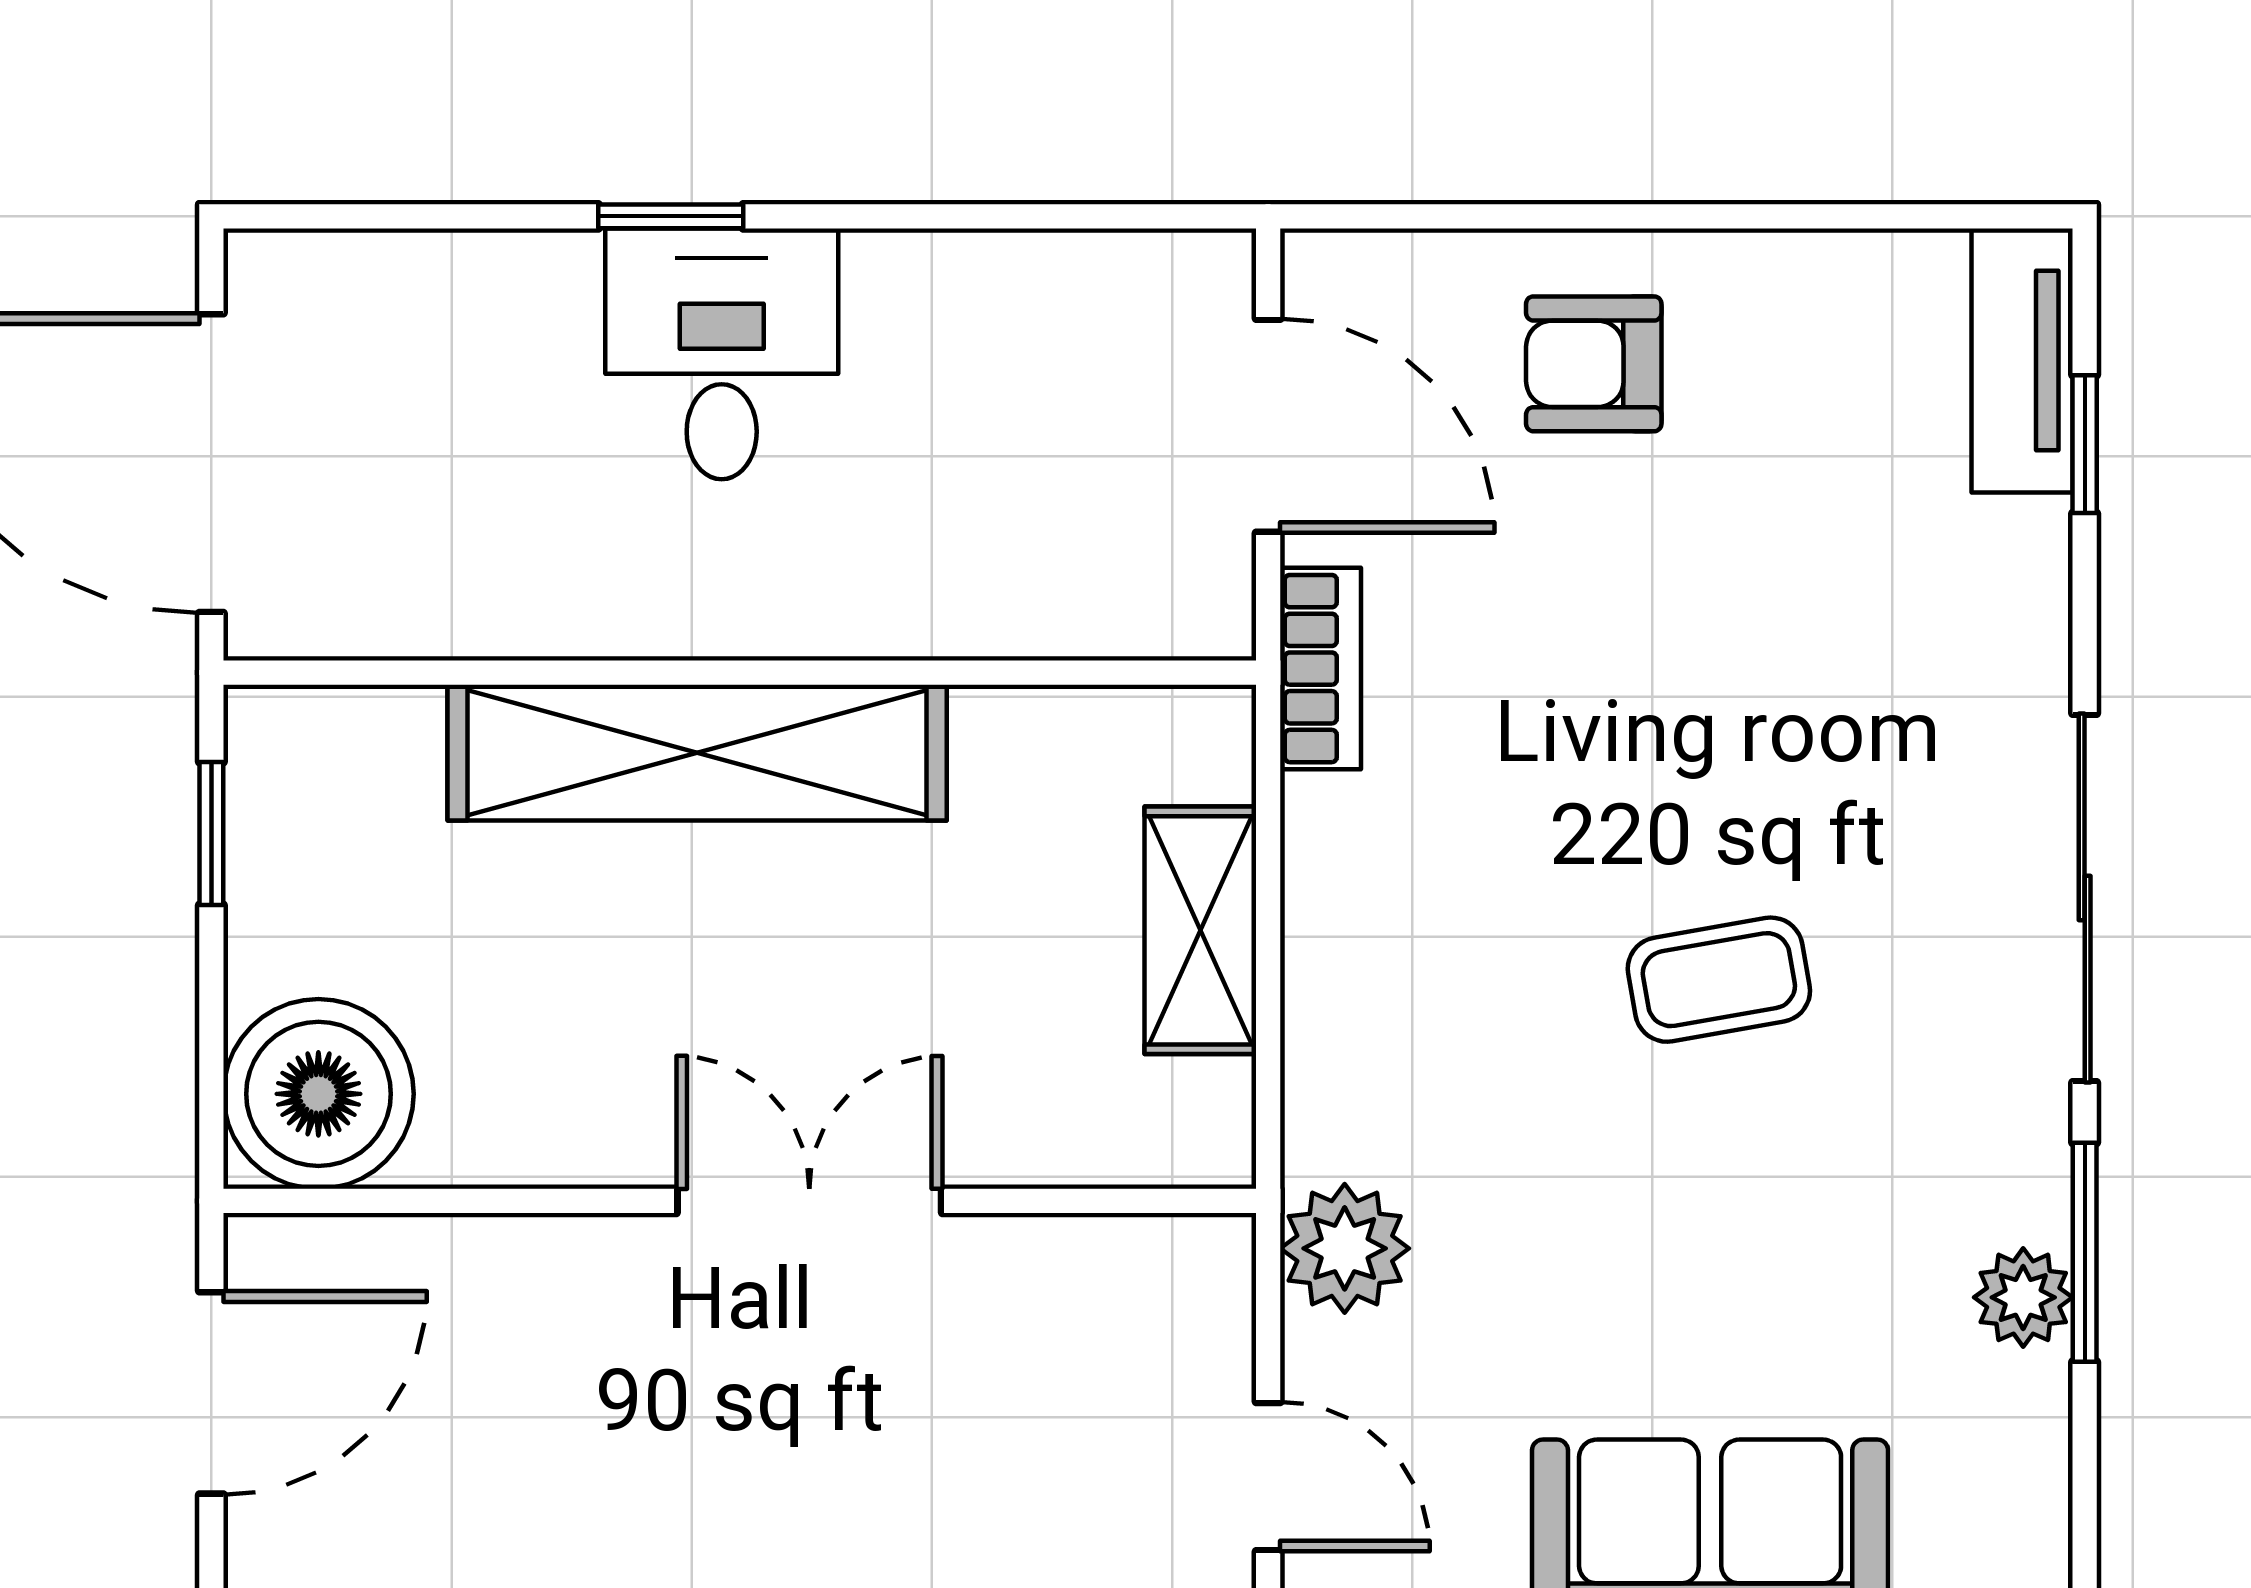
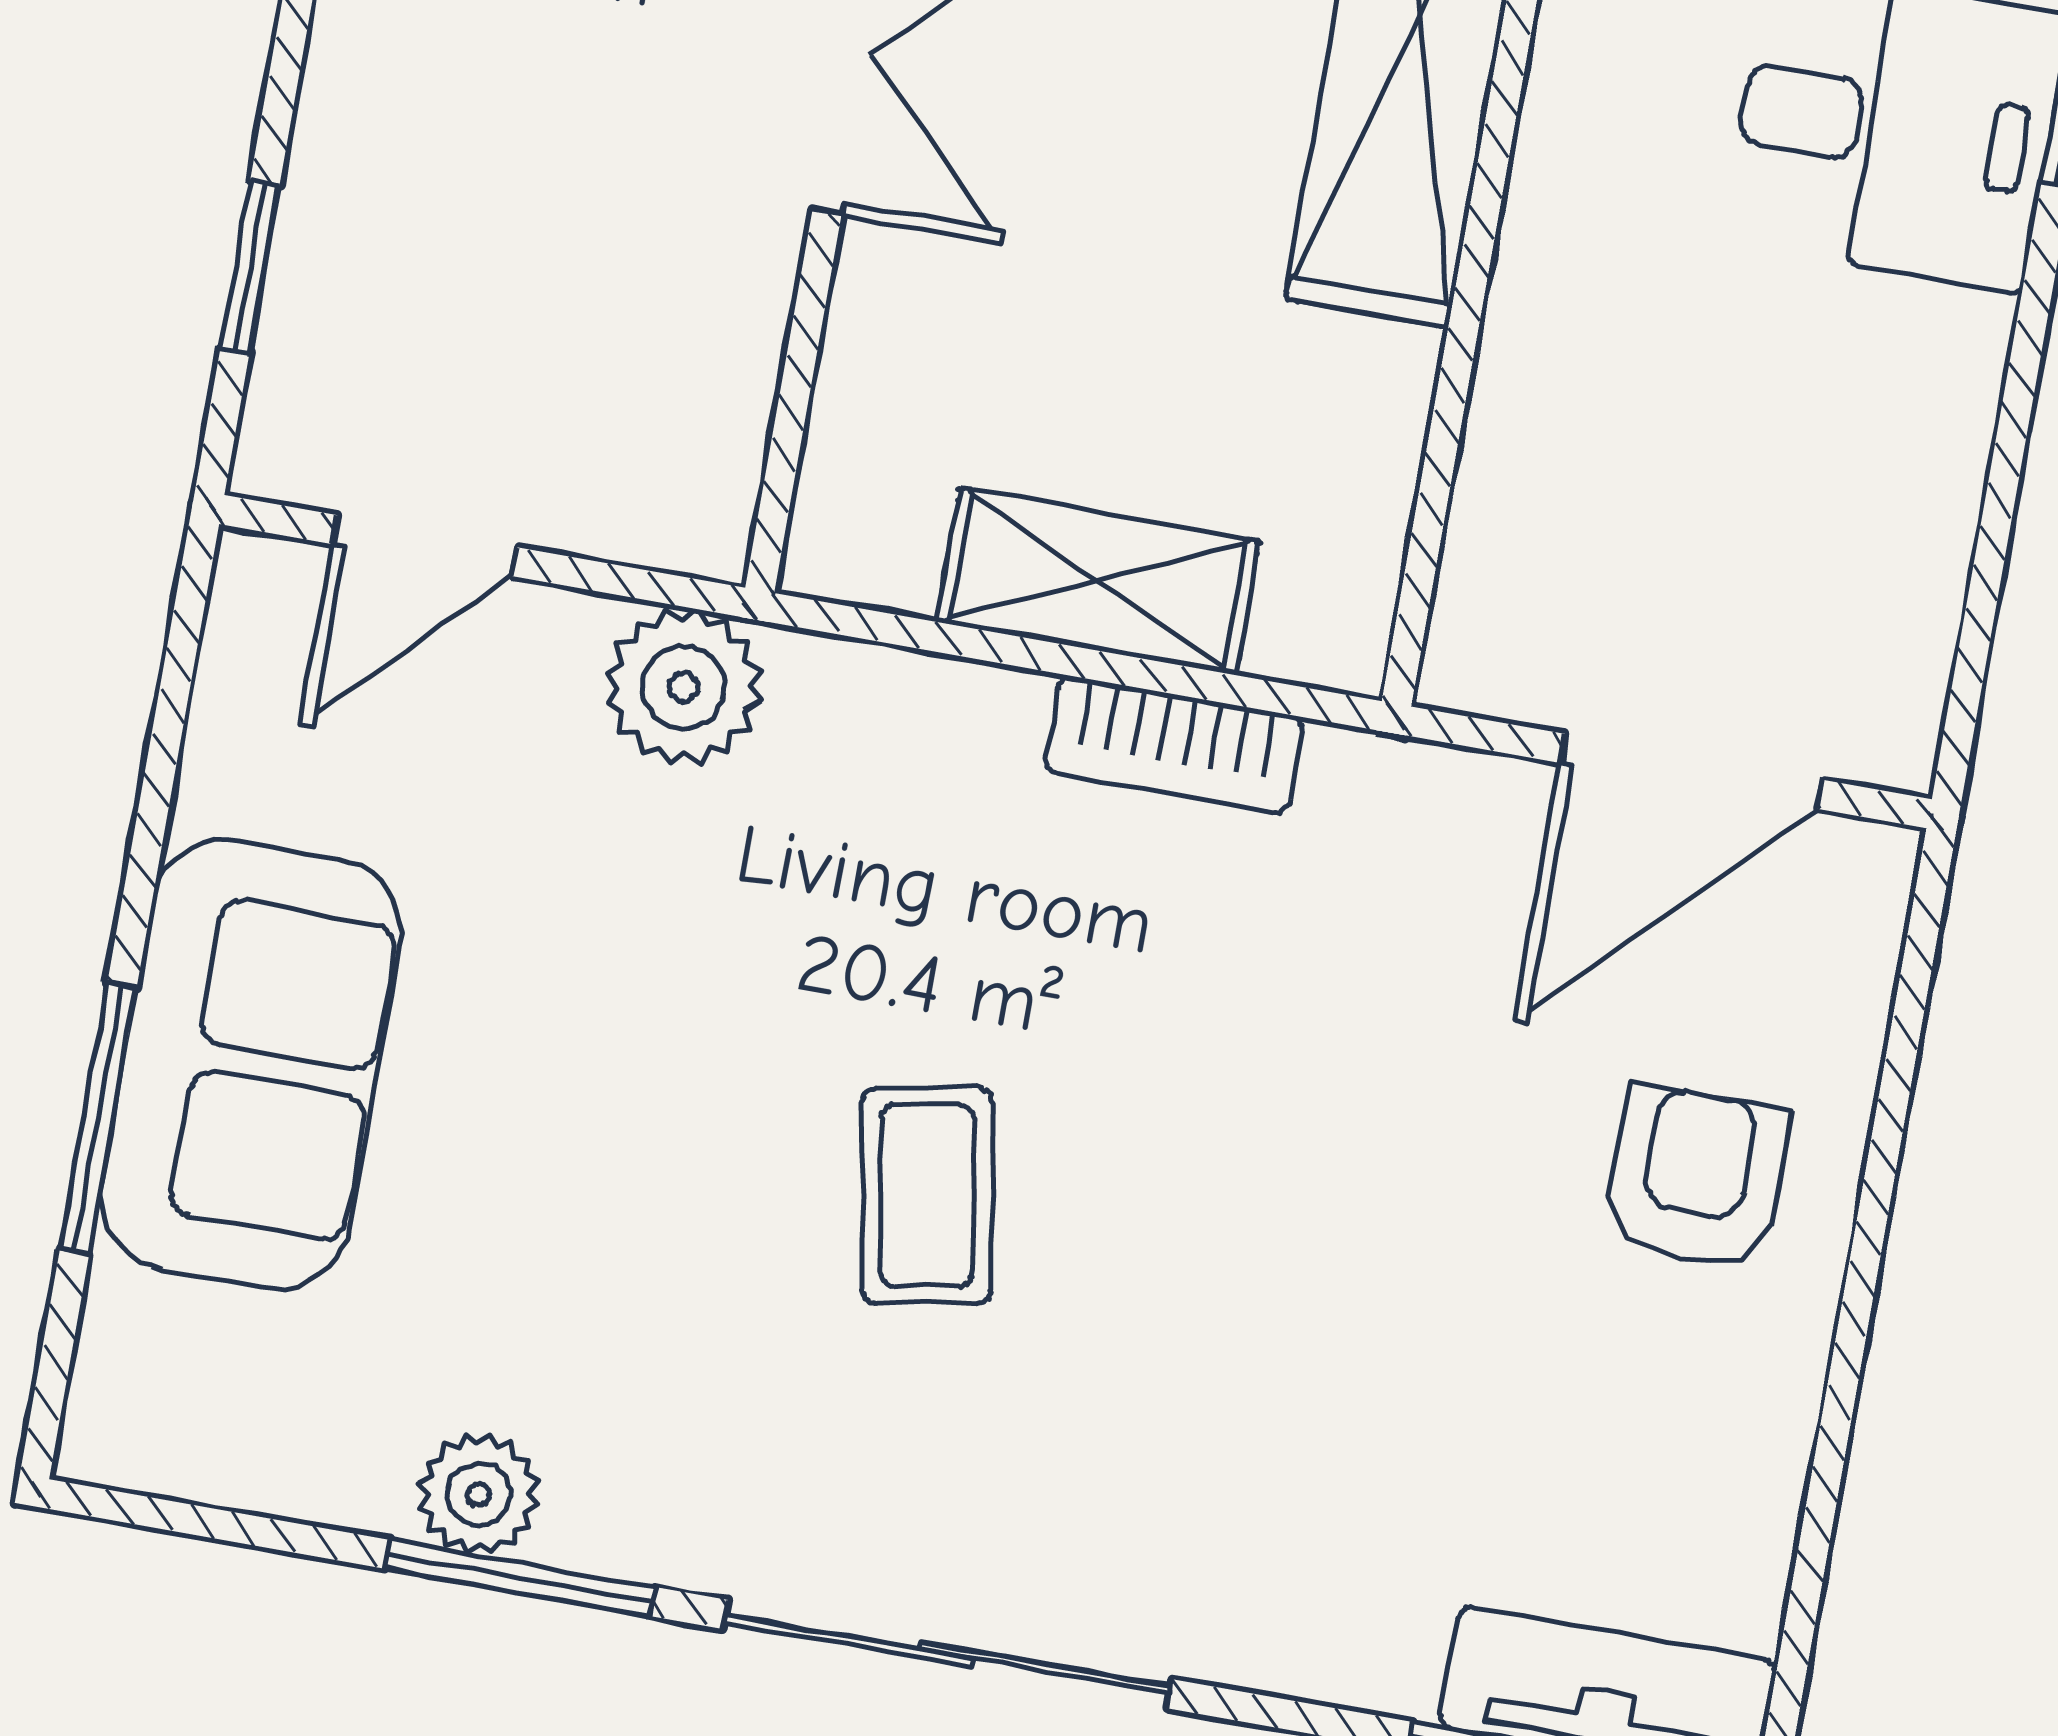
bookcase: (1320, 669) -> (1174, 744), moved

